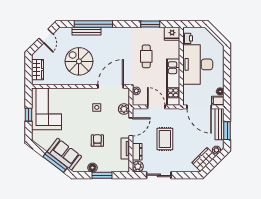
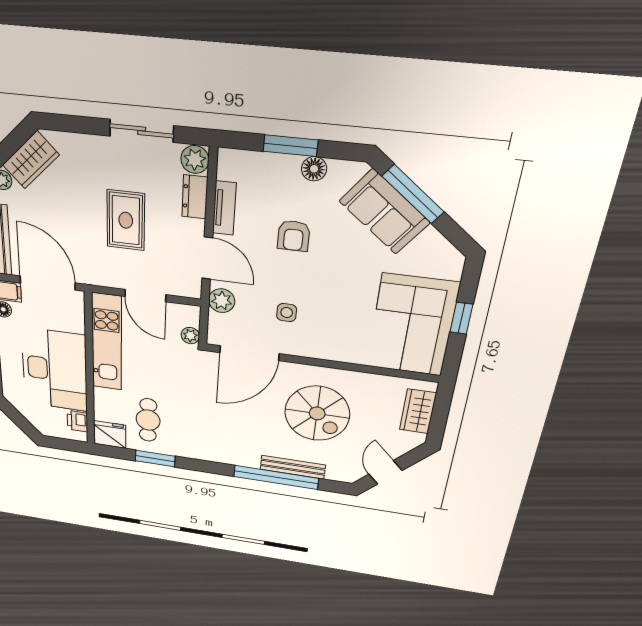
cafe table: (146, 56) -> (148, 420), moved
door: (131, 127) -> (207, 258), swing flipped

